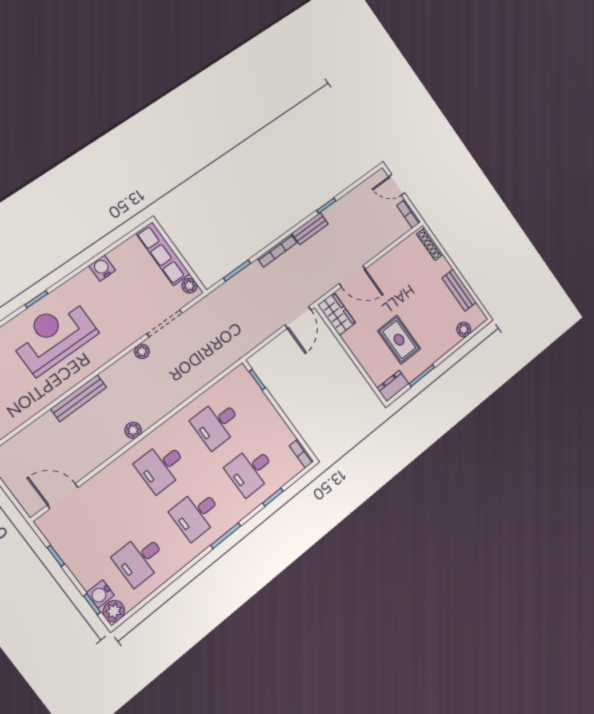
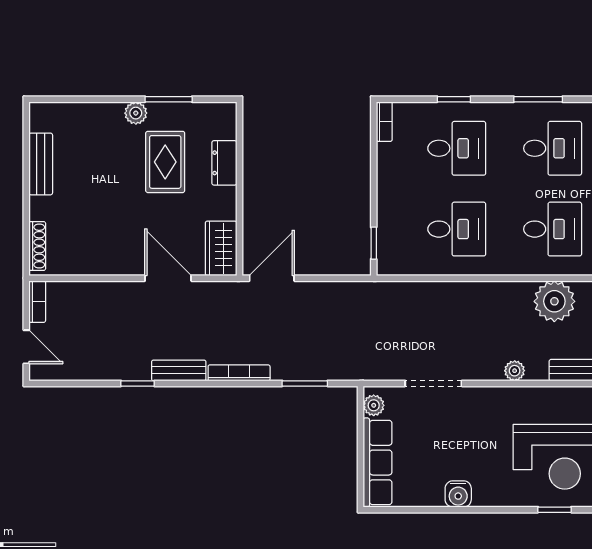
plant: (464, 329) -> (136, 113), moved
plant: (142, 351) -> (515, 371), moved
dresser: (393, 386) -> (224, 163), moved, turned 90
plant: (133, 430) -> (554, 301), width x1.88, depth x1.88

